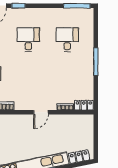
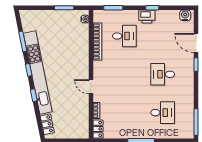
desk: (28, 40) -> (163, 74), turned 180

